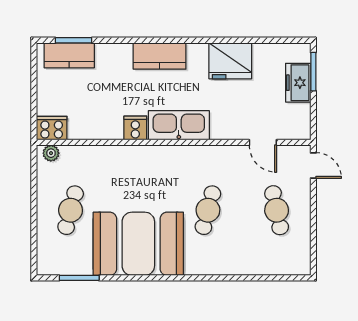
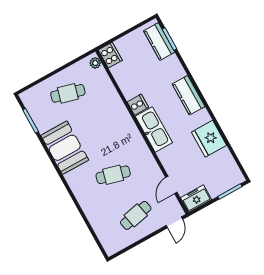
freezer: (298, 83) -> (196, 199), moved
booth: (138, 244) -> (65, 148), width x0.73, depth x0.70

